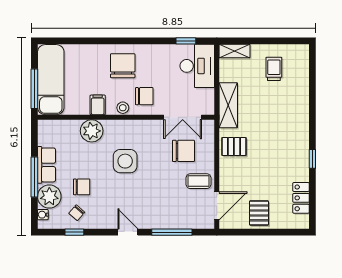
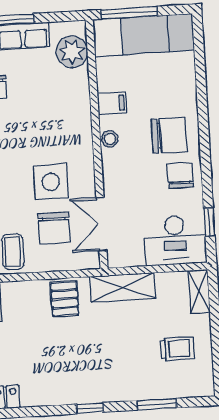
window: (312, 86) -> (157, 404), added
chair: (144, 96) -> (180, 175), moved, turned 180
plant: (92, 131) -> (72, 52), moved
window: (312, 159) -> (90, 408), moved
side table: (125, 161) -> (51, 182), moved

